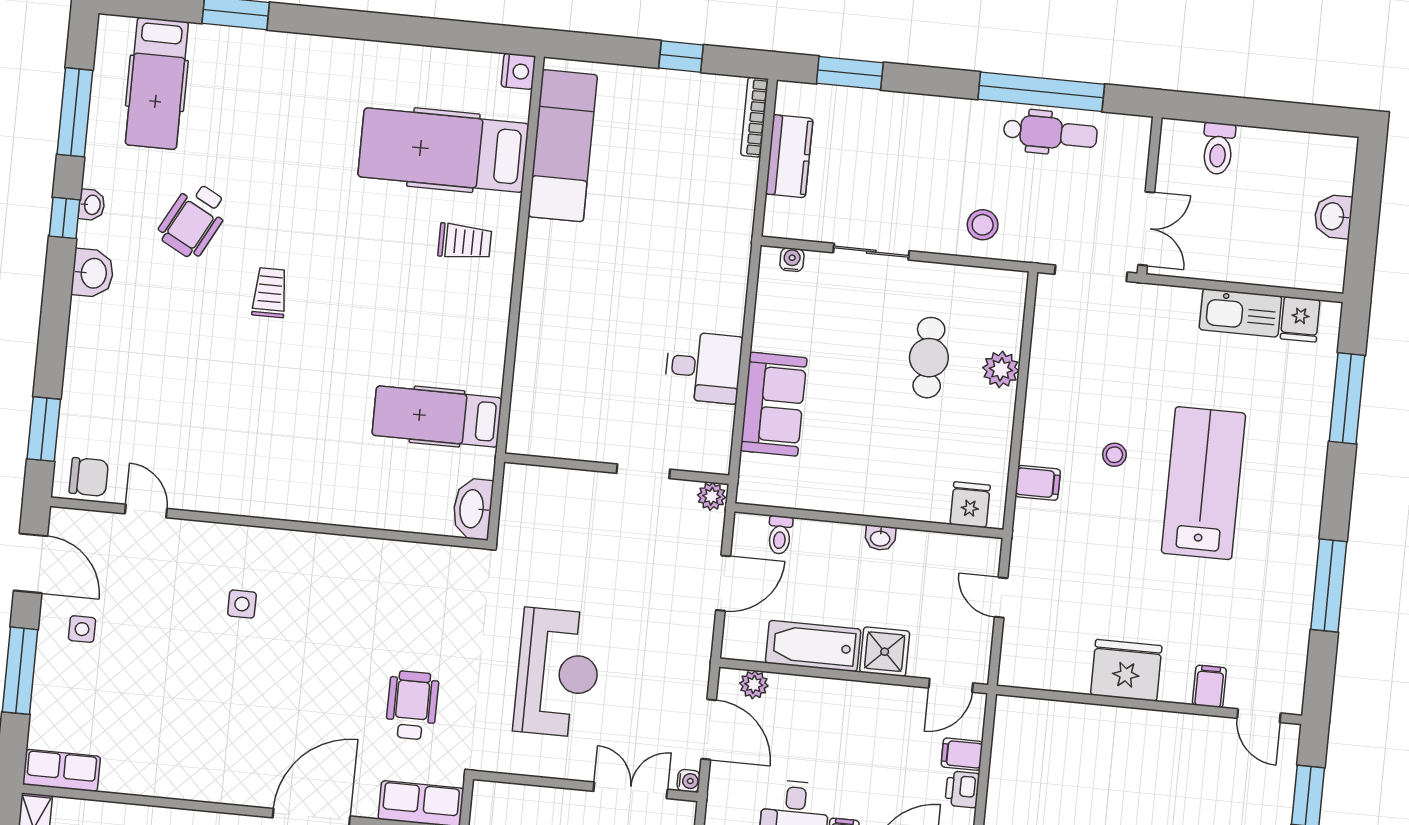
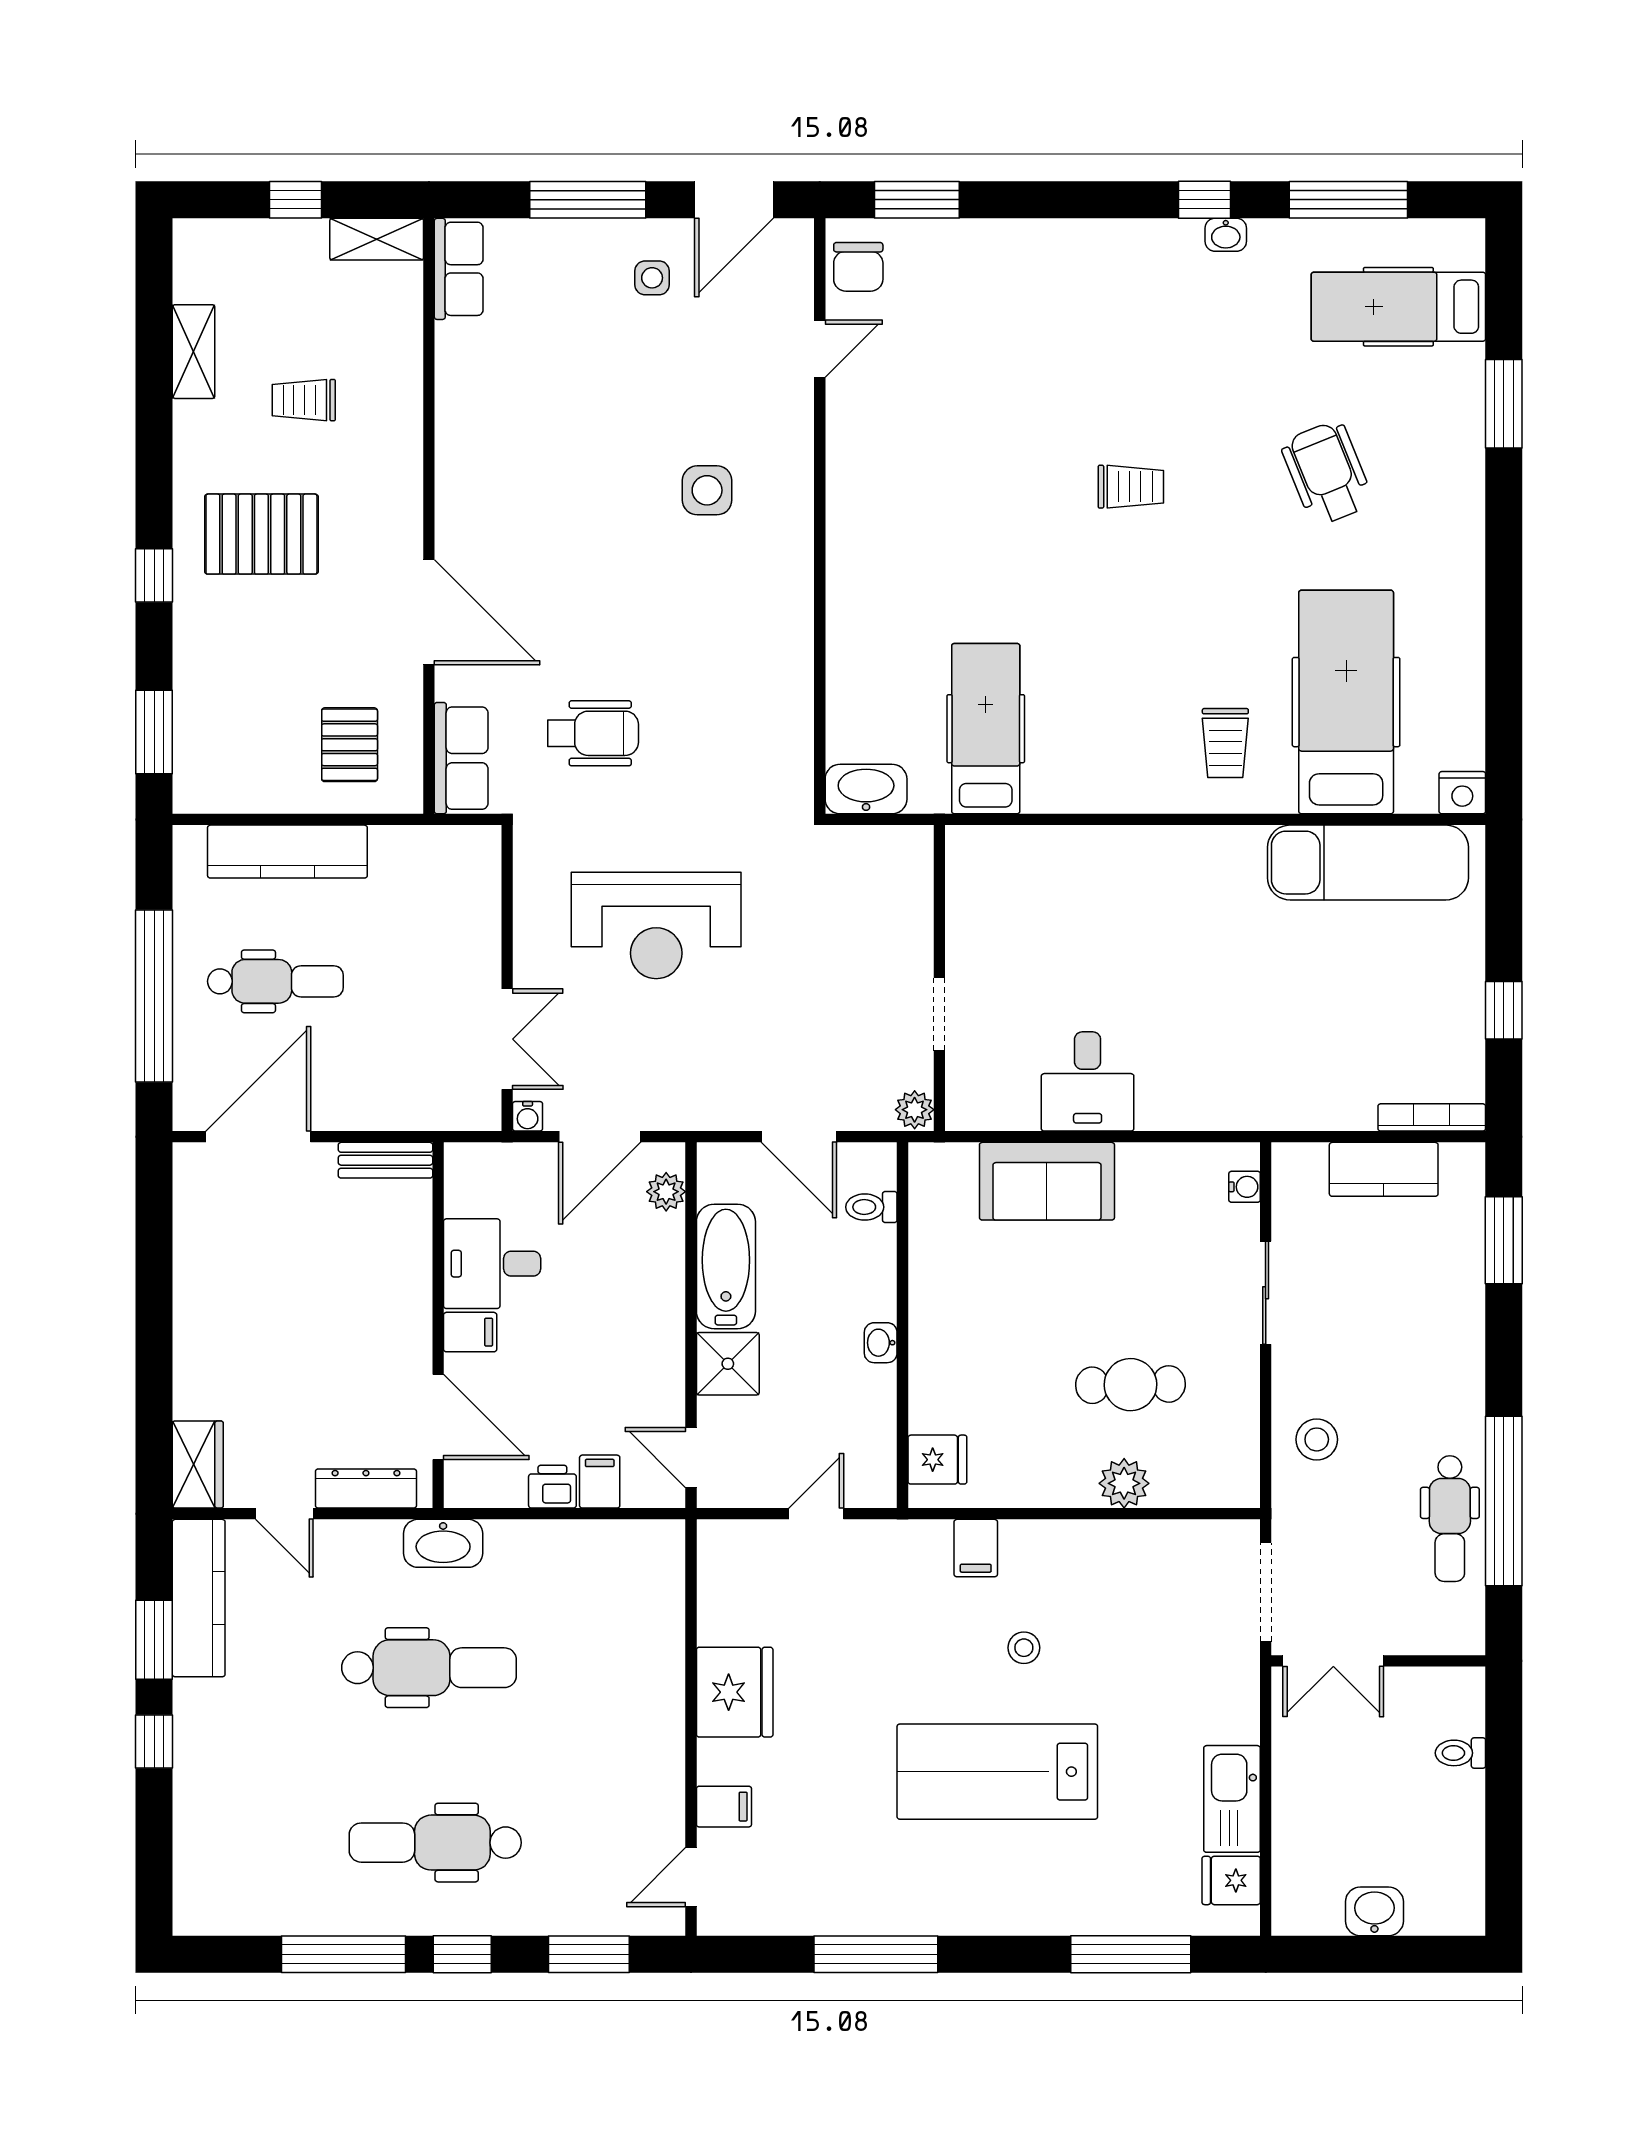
toilet: (1218, 149) -> (1460, 1753), width x0.73, depth x0.72
wheelchair: (194, 220) -> (1327, 473), moved, turned 40
washbasin: (93, 273) -> (1134, 245), removed
lab bench: (1203, 483) -> (997, 1772), turned 180
side table: (242, 604) -> (707, 490), width x1.37, depth x1.37

